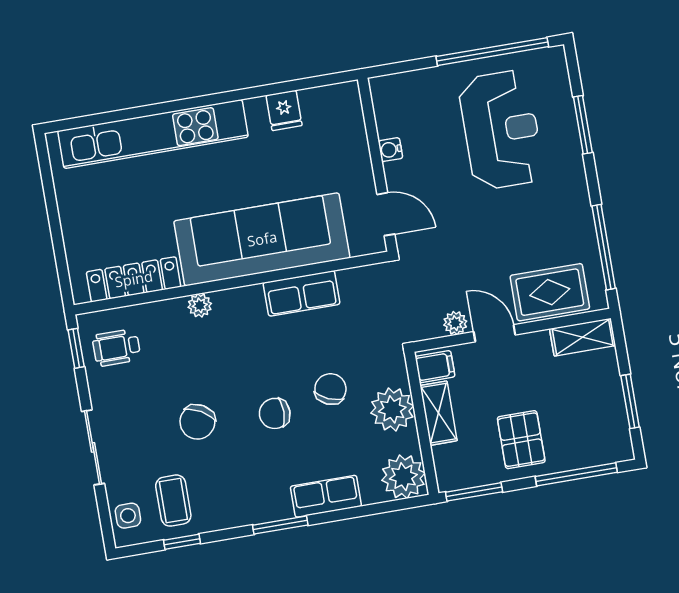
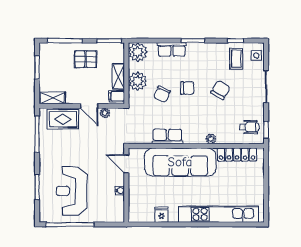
pallet: (521, 440) -> (86, 59), turned 90

